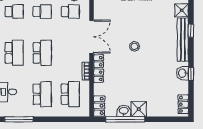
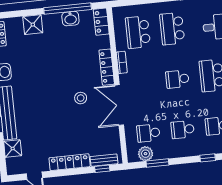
stool: (135, 46) -> (81, 98), moved
school desk: (42, 53) -> (177, 79), width x0.54
shower: (139, 109) -> (33, 25), moved

